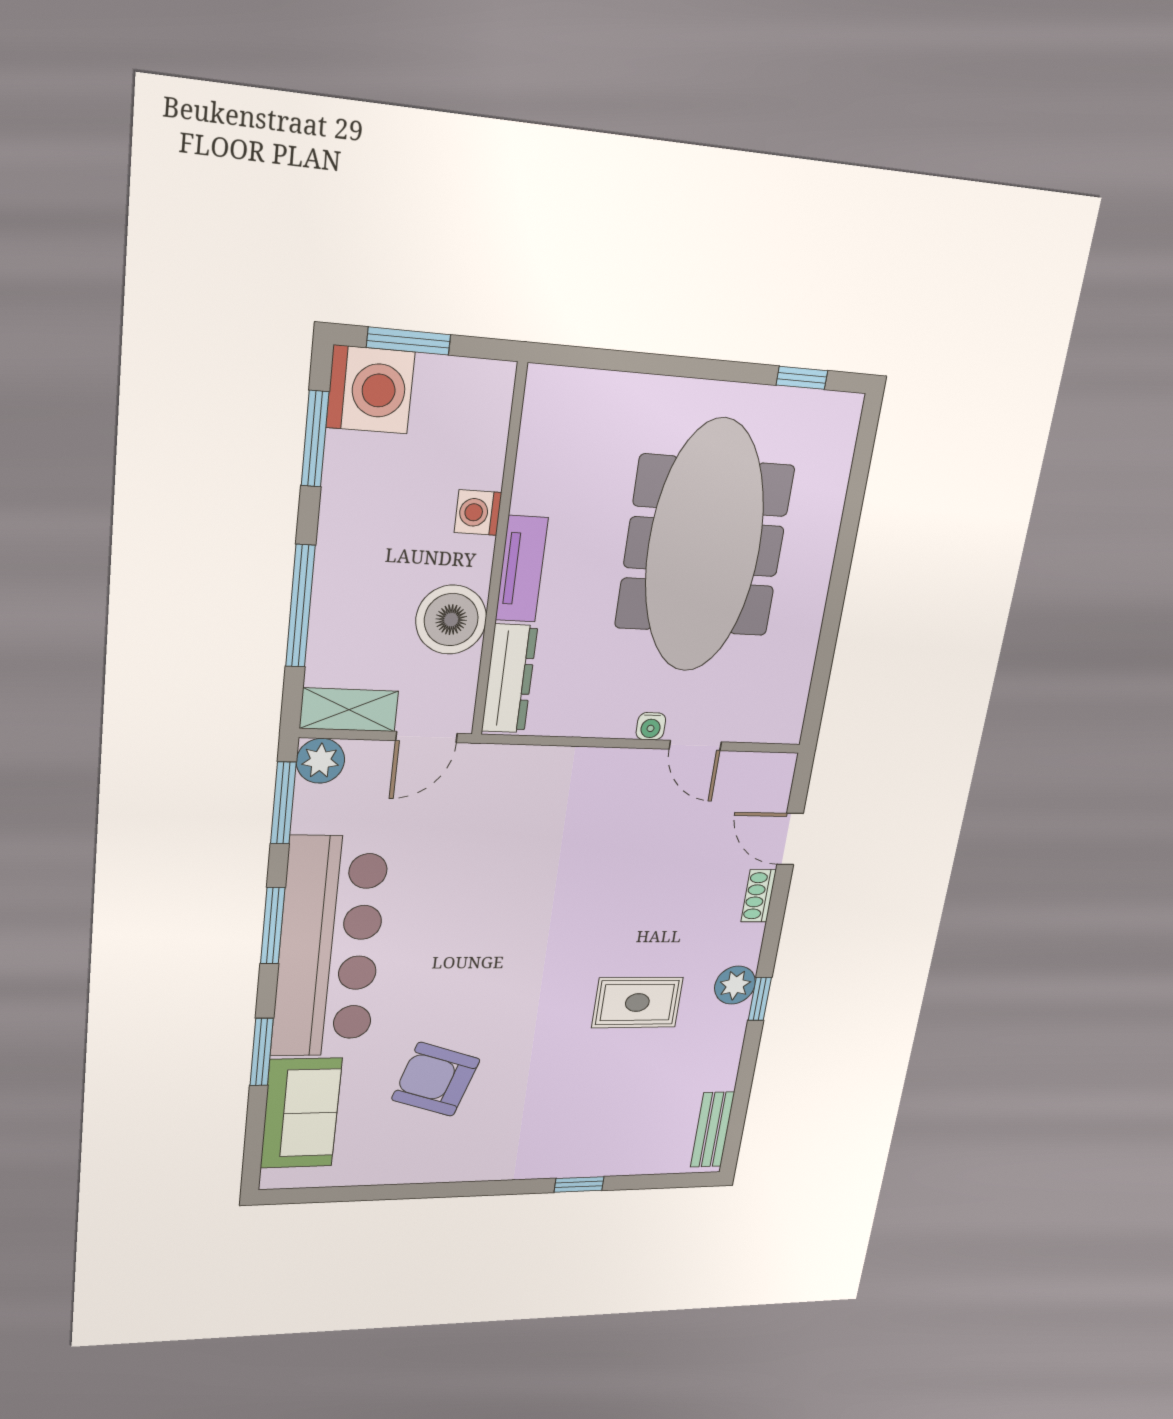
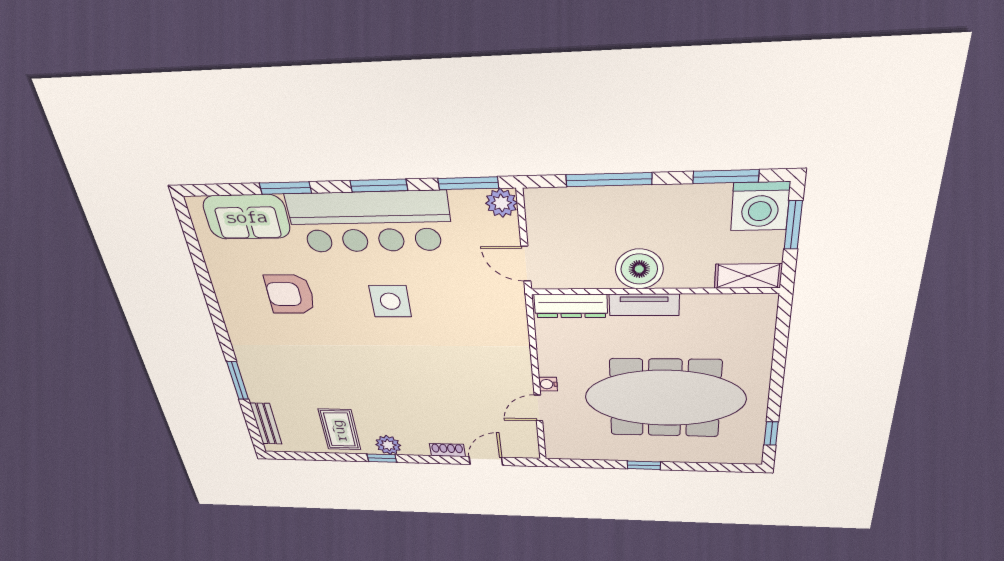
washing machine: (478, 513) -> (680, 277), removed
window: (838, 588) -> (644, 465), added
boiler: (451, 620) -> (639, 269), moved
shelving: (349, 710) -> (748, 276), moved, turned 90
side table: (467, 940) -> (390, 301), added
rug: (637, 1003) -> (339, 430), moved
armchair: (436, 1079) -> (290, 294), turned -108
bench: (712, 1130) -> (266, 424), moved, turned 90
window: (579, 1184) -> (238, 381), width x1.50

